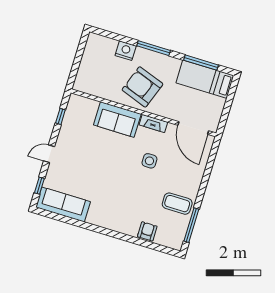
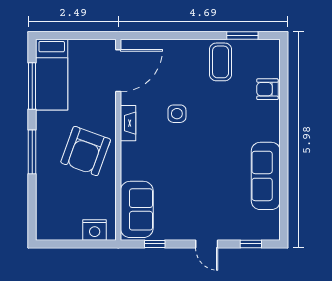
nightstand: (126, 51) -> (95, 230), moved, turned -90
sofa: (117, 119) -> (137, 209), moved
sofa: (63, 205) -> (266, 176), moved
window: (191, 225) -> (242, 36), width x0.69

